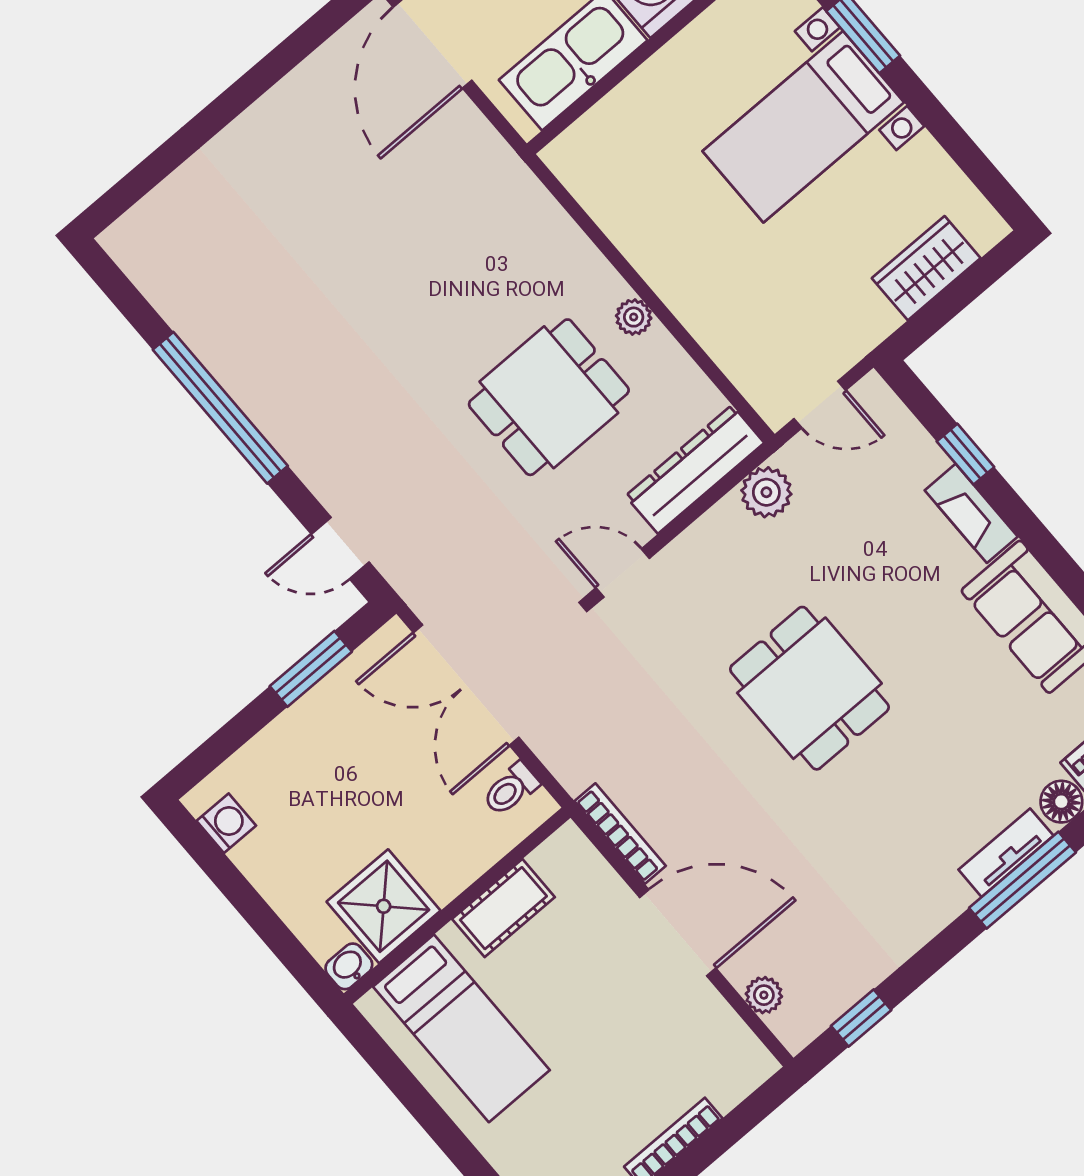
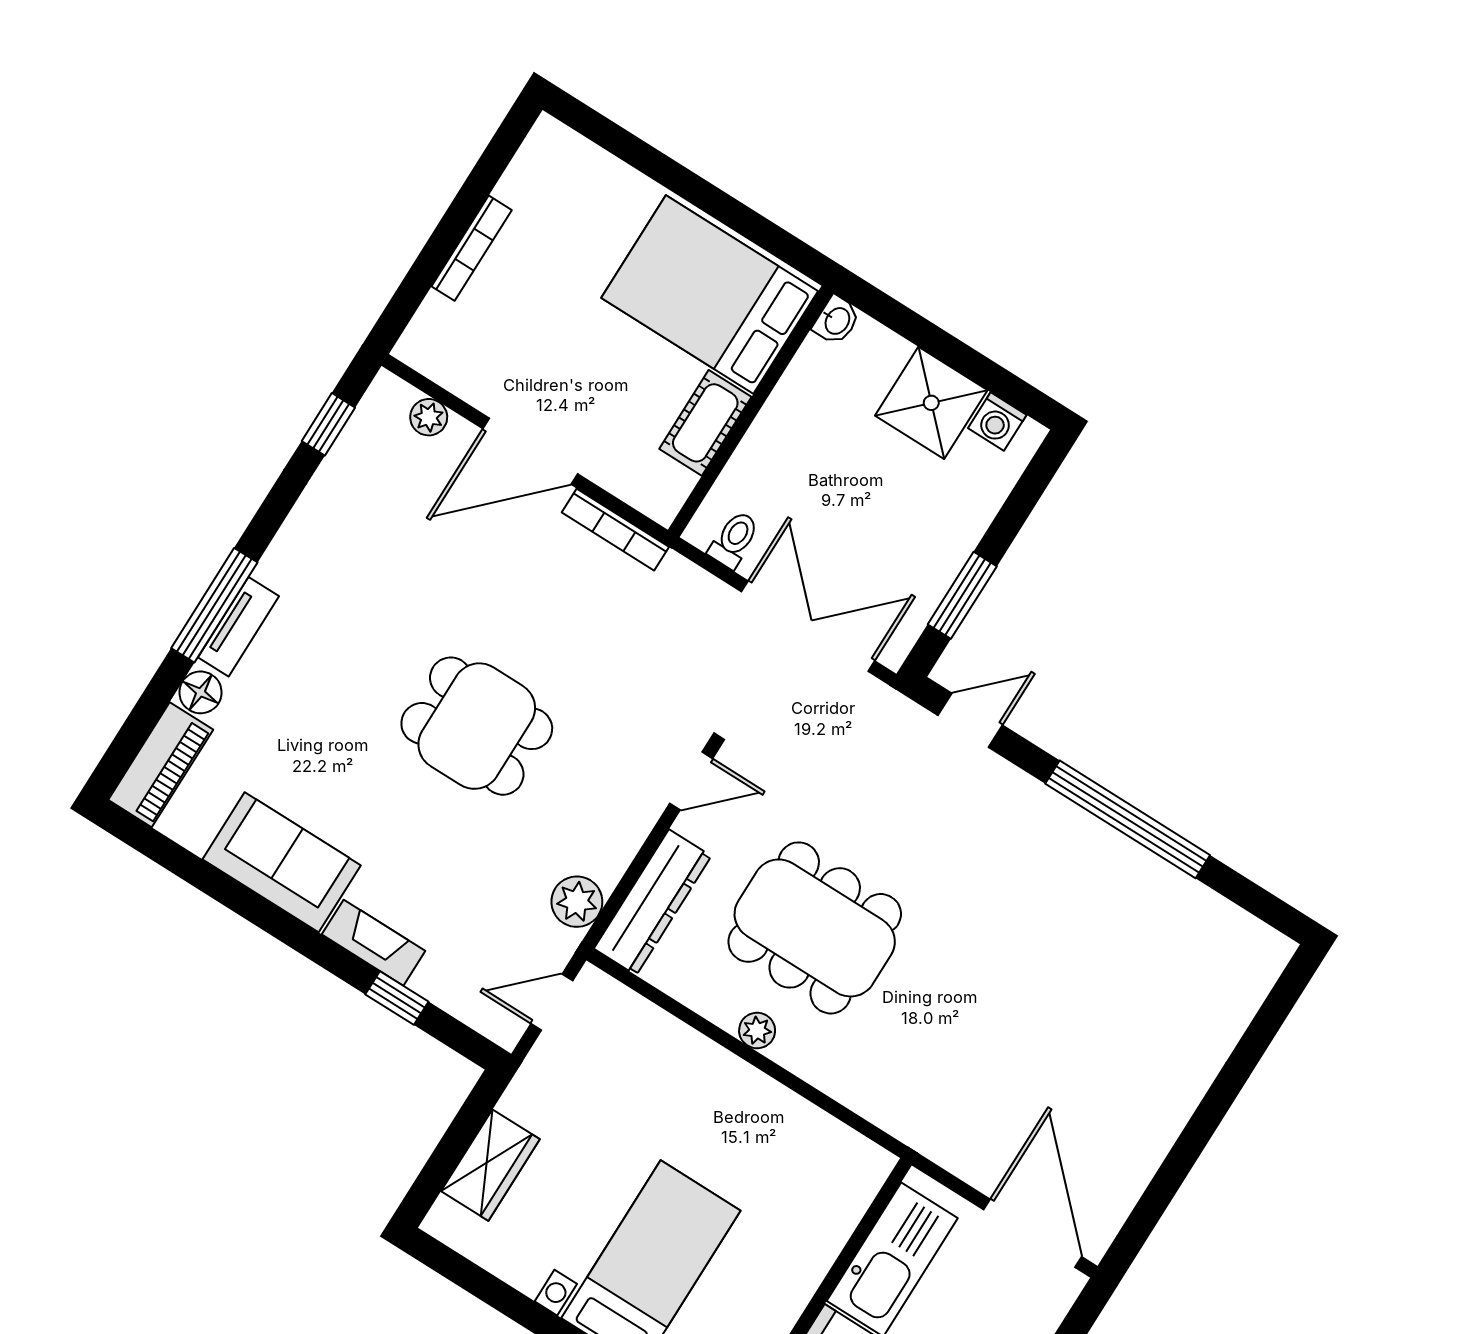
dining table: (549, 397) -> (815, 928), width x1.38
shower: (384, 906) -> (931, 403), moved
bed: (461, 1028) -> (710, 295), width x1.50

